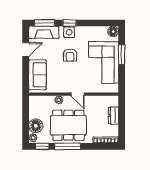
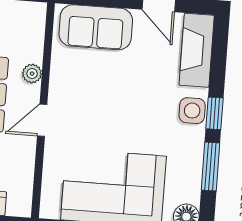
window: (45, 23) -> (211, 166), moved
armchair: (70, 55) -> (137, 109), removed

